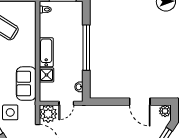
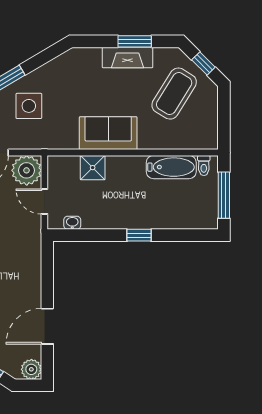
window: (86, 48) -> (139, 235), width x0.32
bathtub: (46, 52) -> (171, 167), moved
sofa: (26, 84) -> (108, 133), moved

